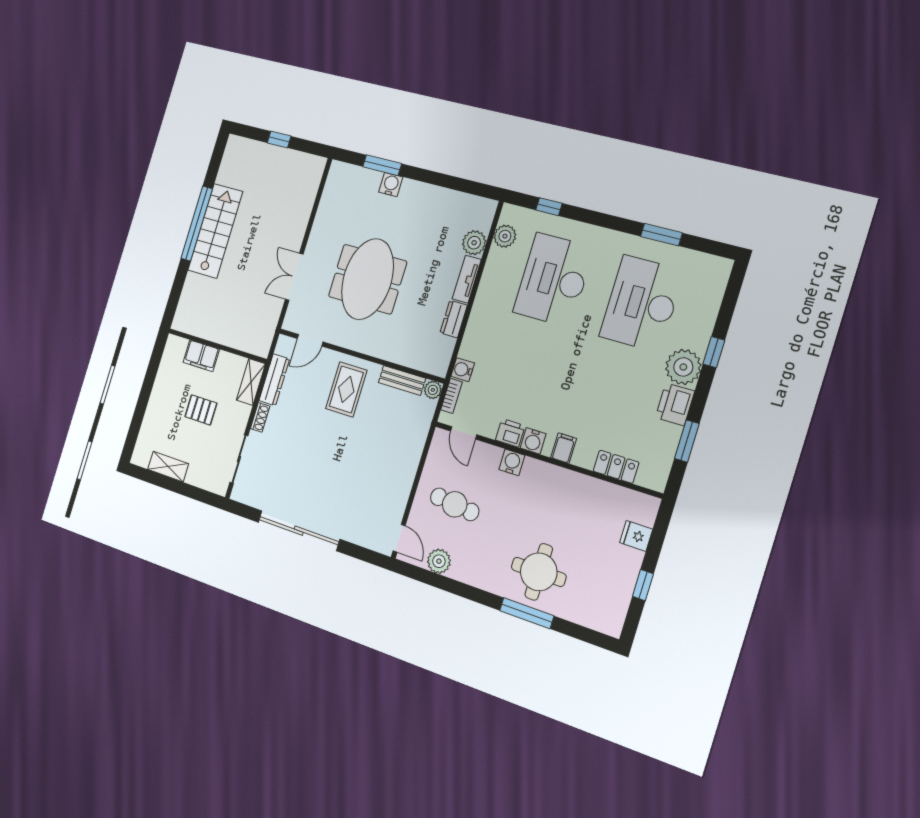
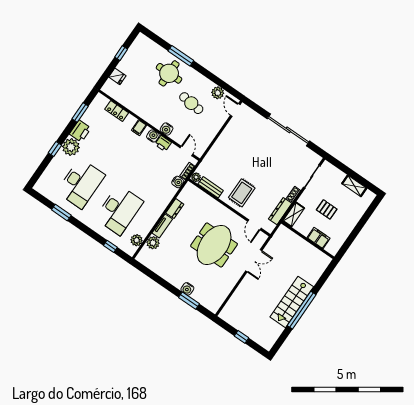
door: (310, 340) -> (254, 225), swing flipped
cafe table: (455, 504) -> (191, 103), moved

